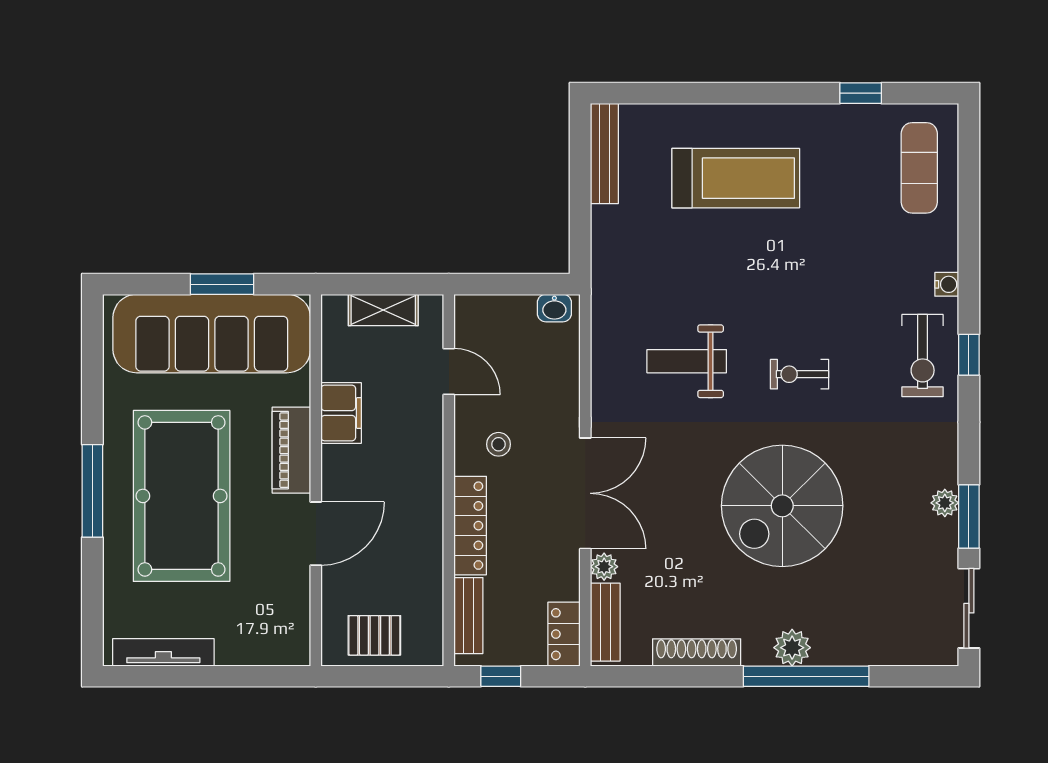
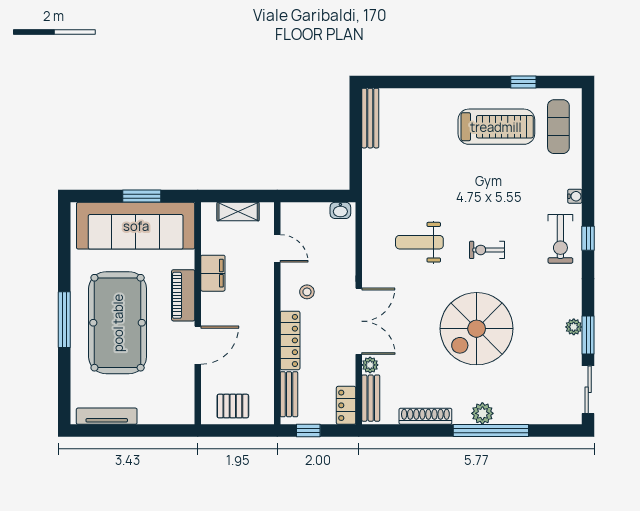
treadmill: (736, 178) -> (496, 127), moved

